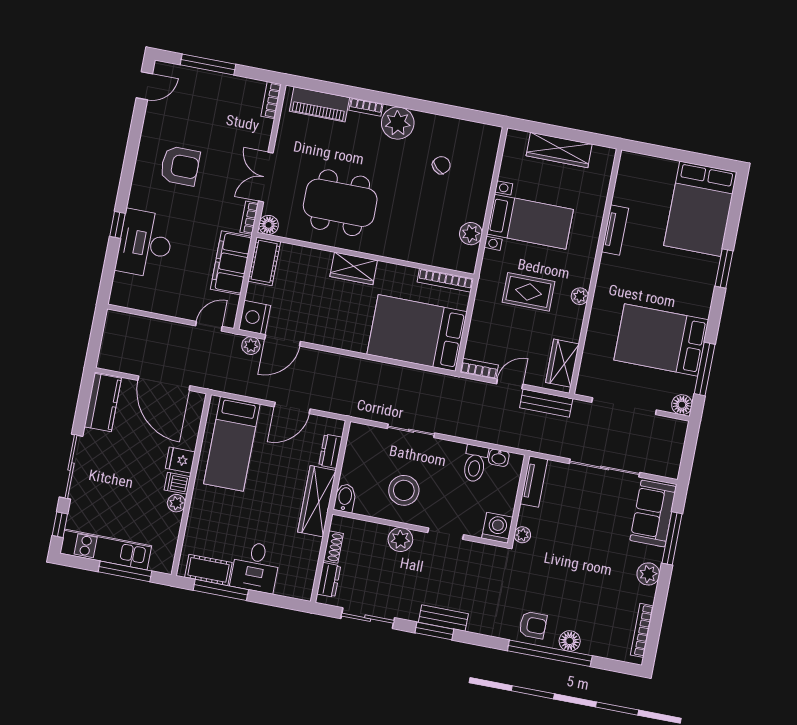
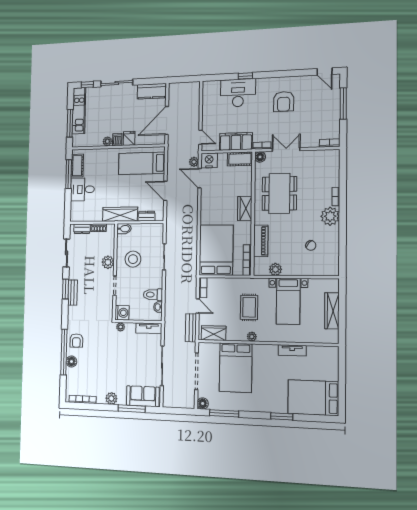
piano: (320, 104) -> (261, 241), moved, turned 180
bed: (661, 340) -> (236, 368), moved, turned 180

